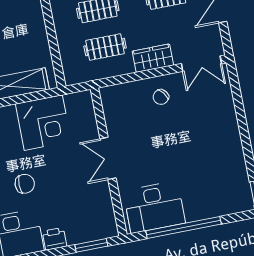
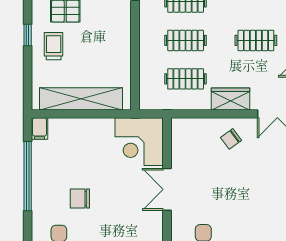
corner desk: (43, 123) -> (139, 142), moved, turned 90
chair: (25, 184) -> (80, 199), turned 180

